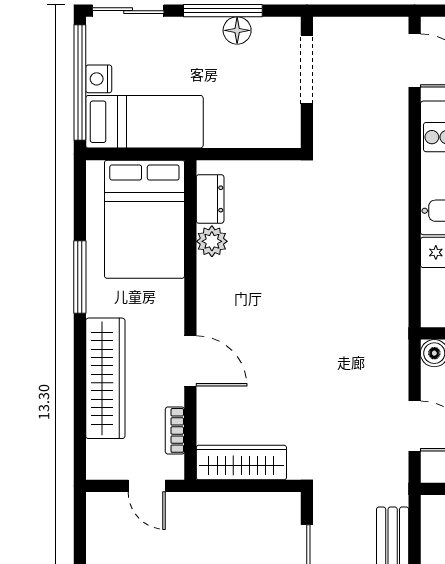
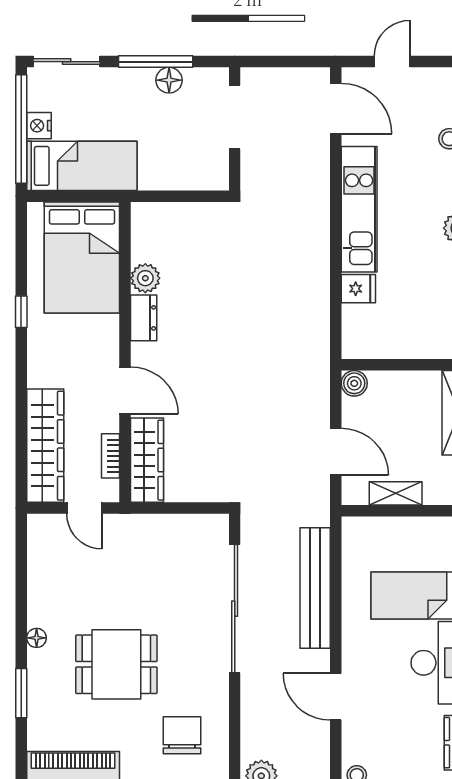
dresser: (210, 199) -> (144, 318), moved
window: (80, 277) -> (21, 312), width x0.46
wardrobe: (105, 378) -> (45, 446), moved
wardrobe: (241, 463) -> (147, 460), moved, turned 90

